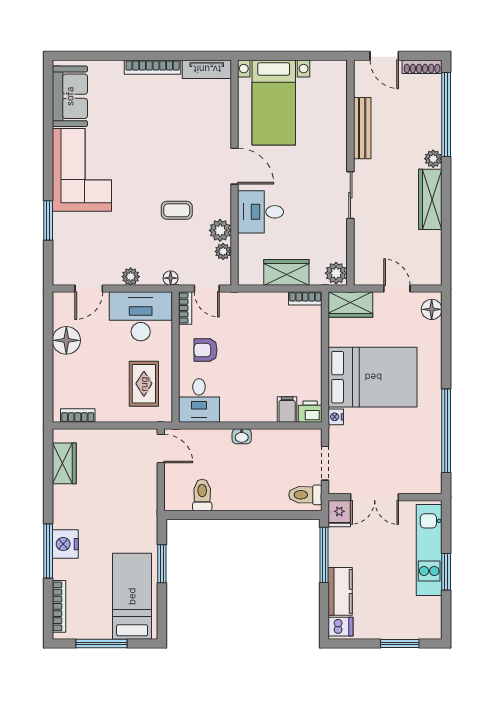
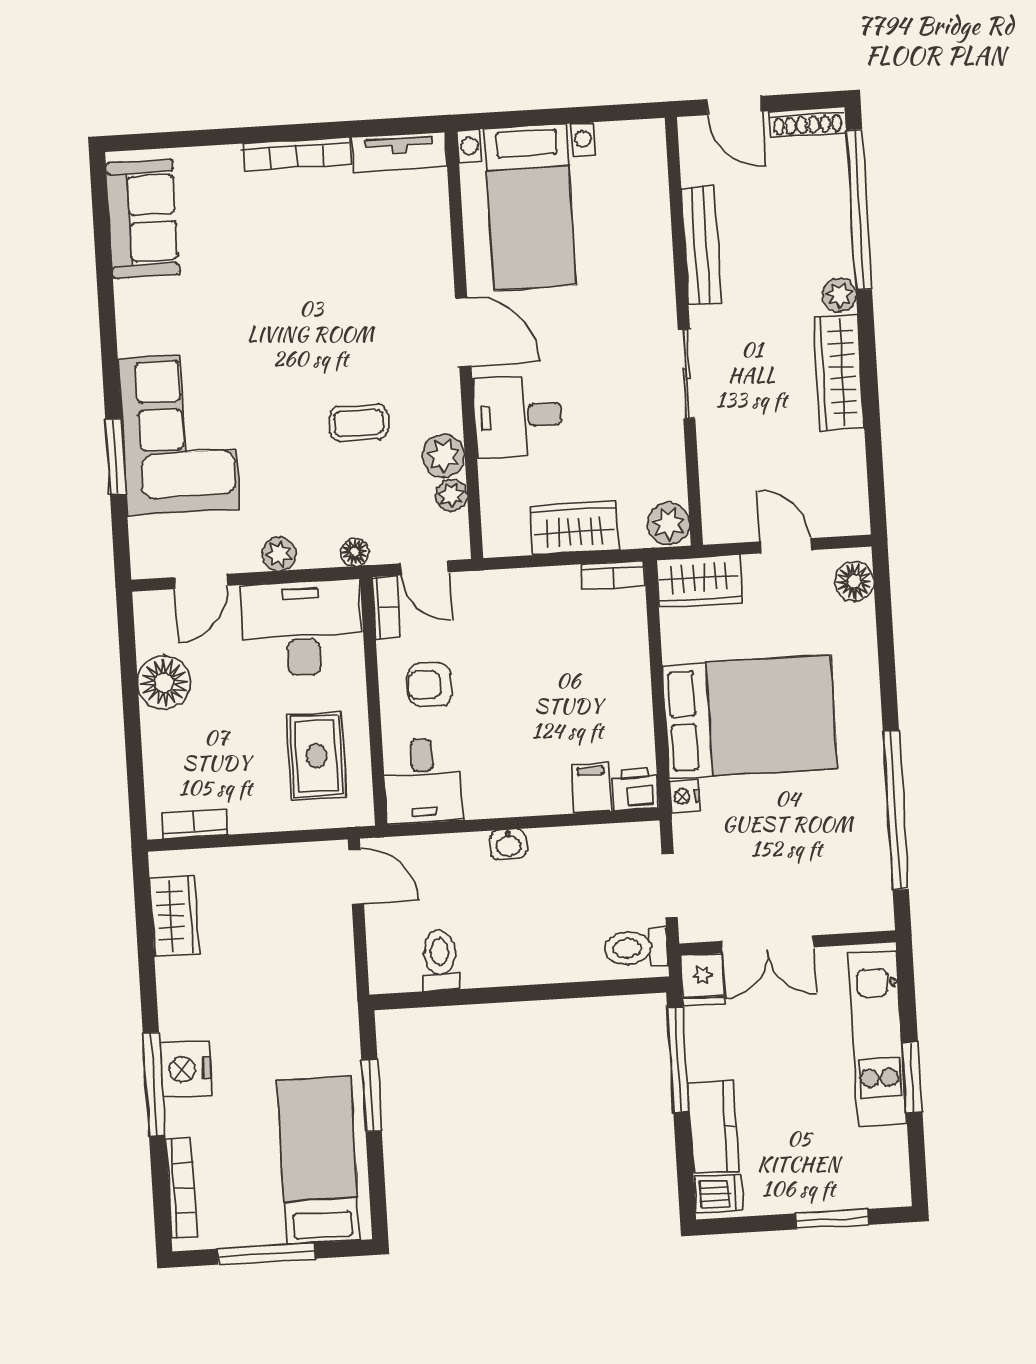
corner sofa: (82, 170) -> (179, 434), moved

